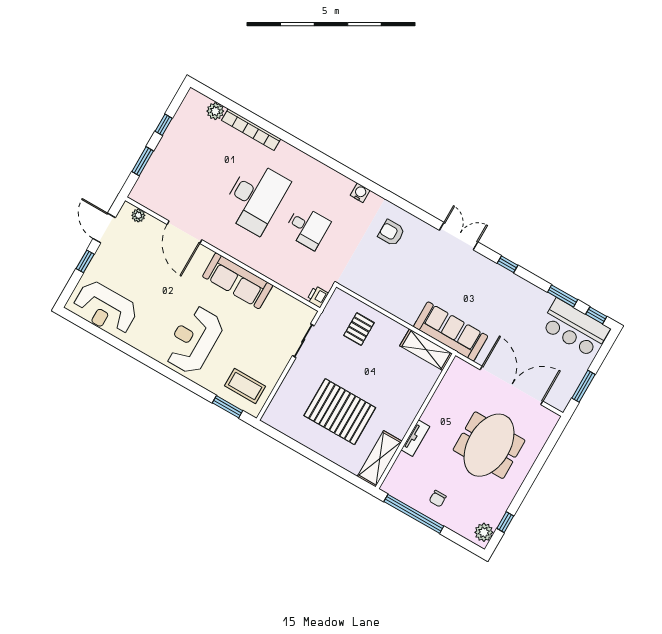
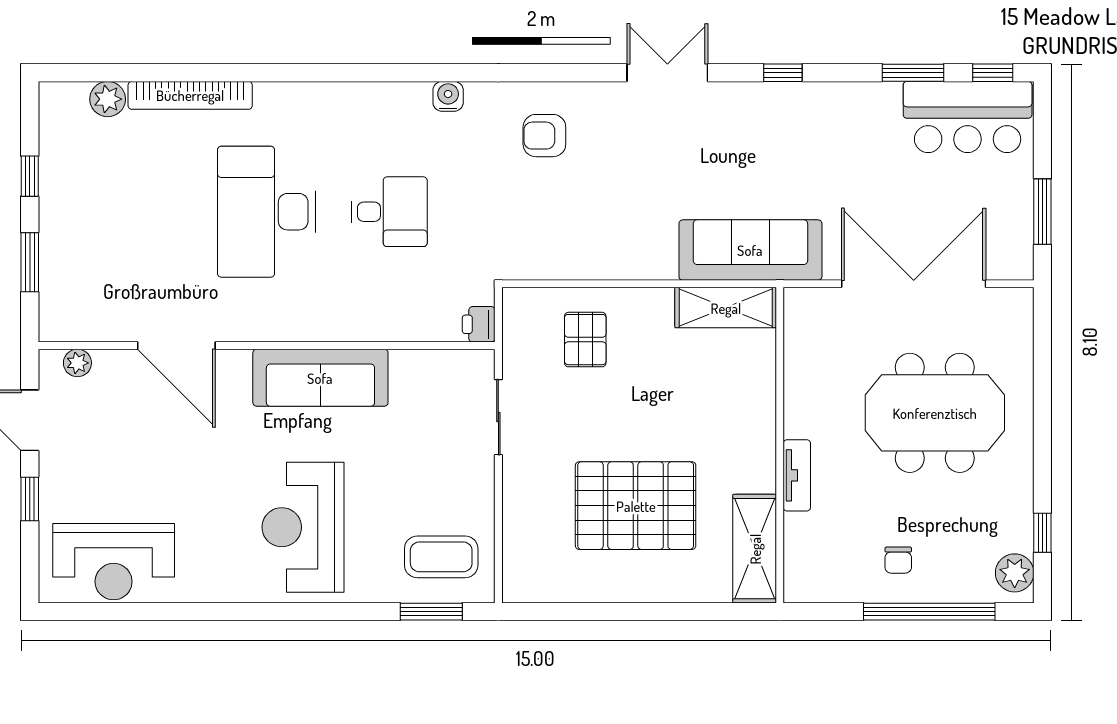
desk: (255, 197) -> (267, 212), turned 180
meeting table: (489, 445) -> (935, 413), turned 90
window: (414, 514) -> (929, 612), moved

